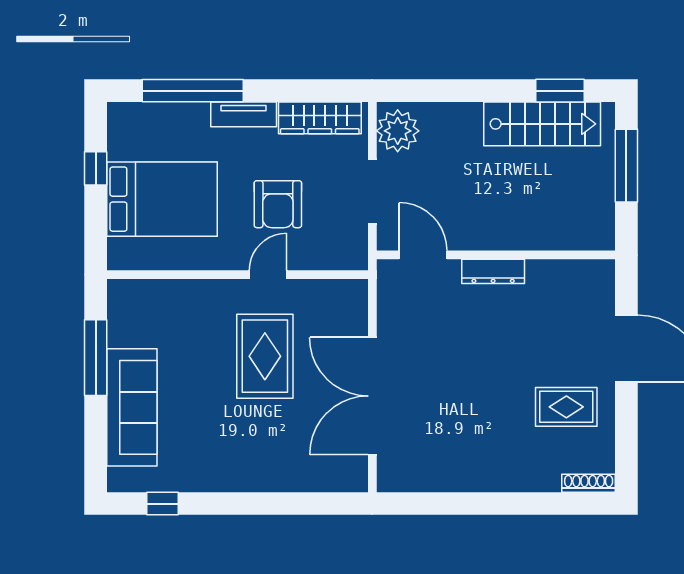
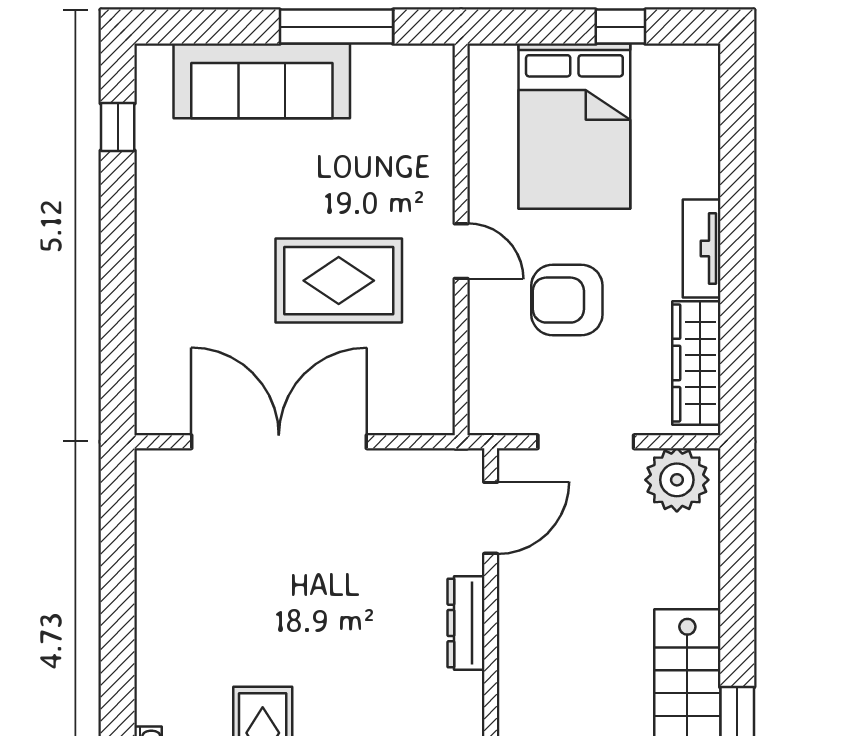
window: (193, 91) -> (737, 172), removed
door: (268, 275) -> (461, 251), moved

